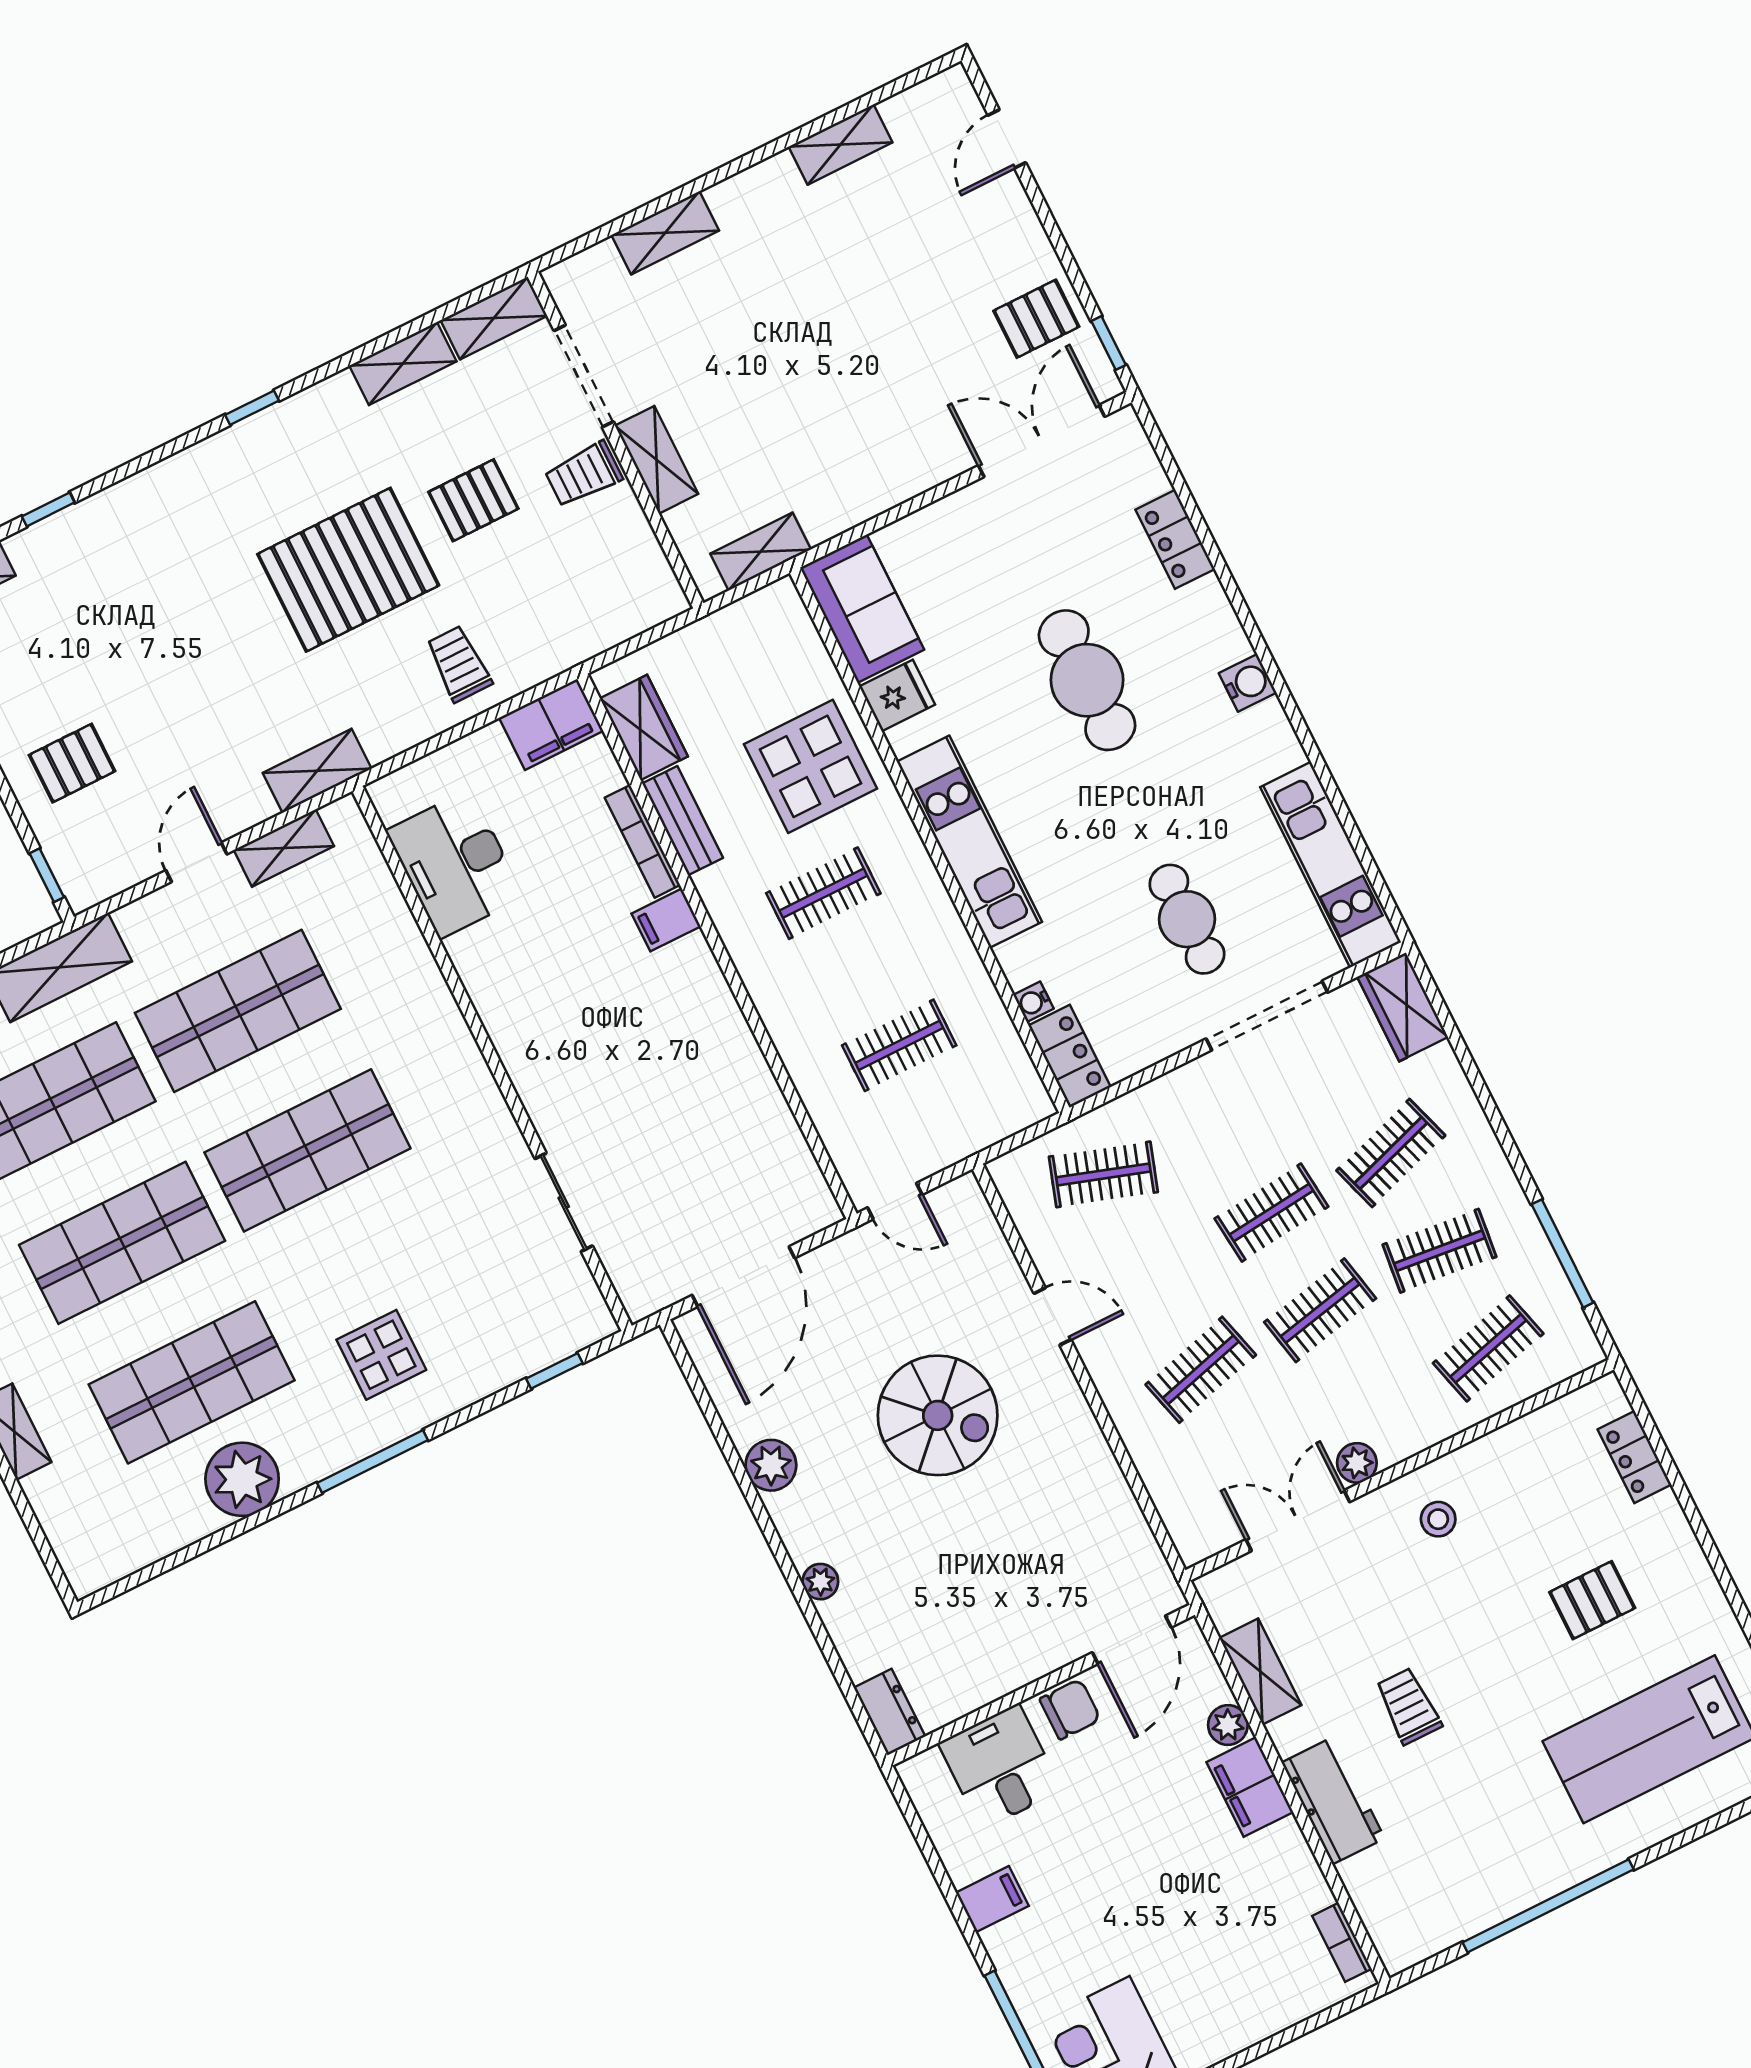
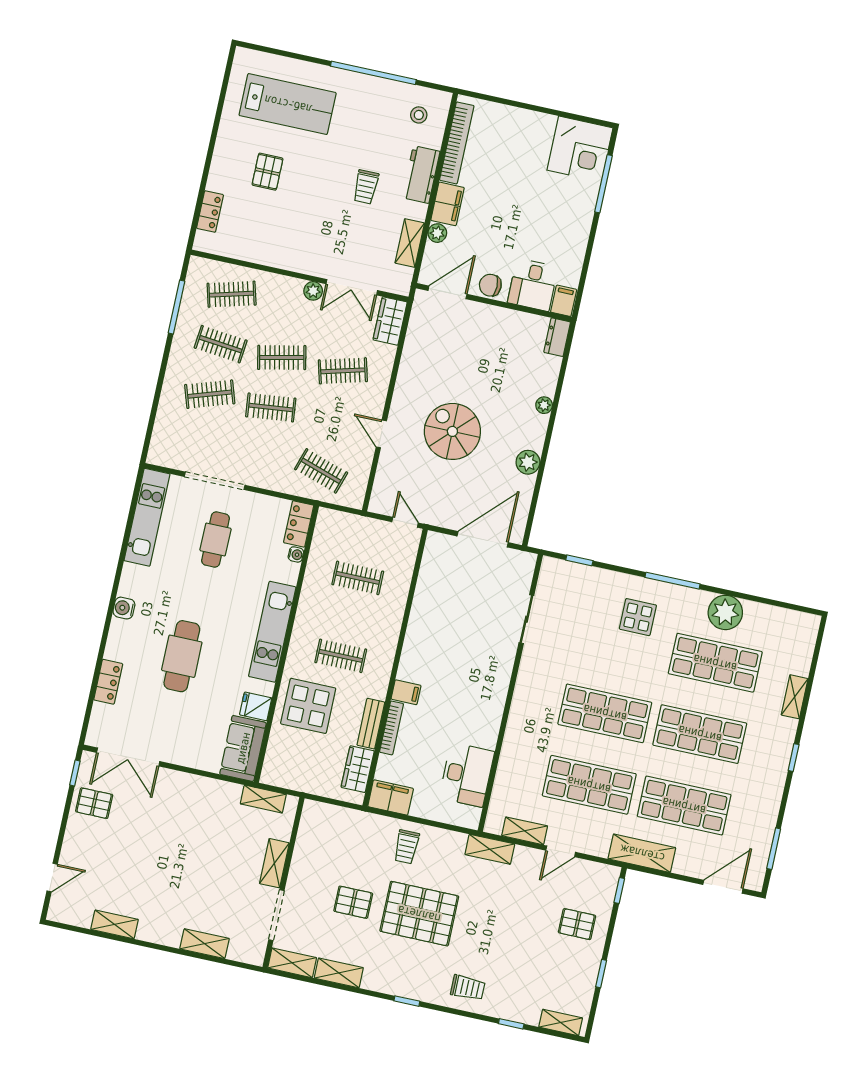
trolley: (584, 474) -> (468, 988), moved
wardrobe: (1403, 1007) -> (390, 321), moved, turned 180
stool: (1438, 1519) -> (419, 115), moved
pallet: (1592, 1600) -> (267, 172), turned 90
filing cabinet: (992, 1899) -> (564, 301), moved, turned 90
bookcase: (1342, 1942) -> (457, 143), width x2.31, depth x1.31

